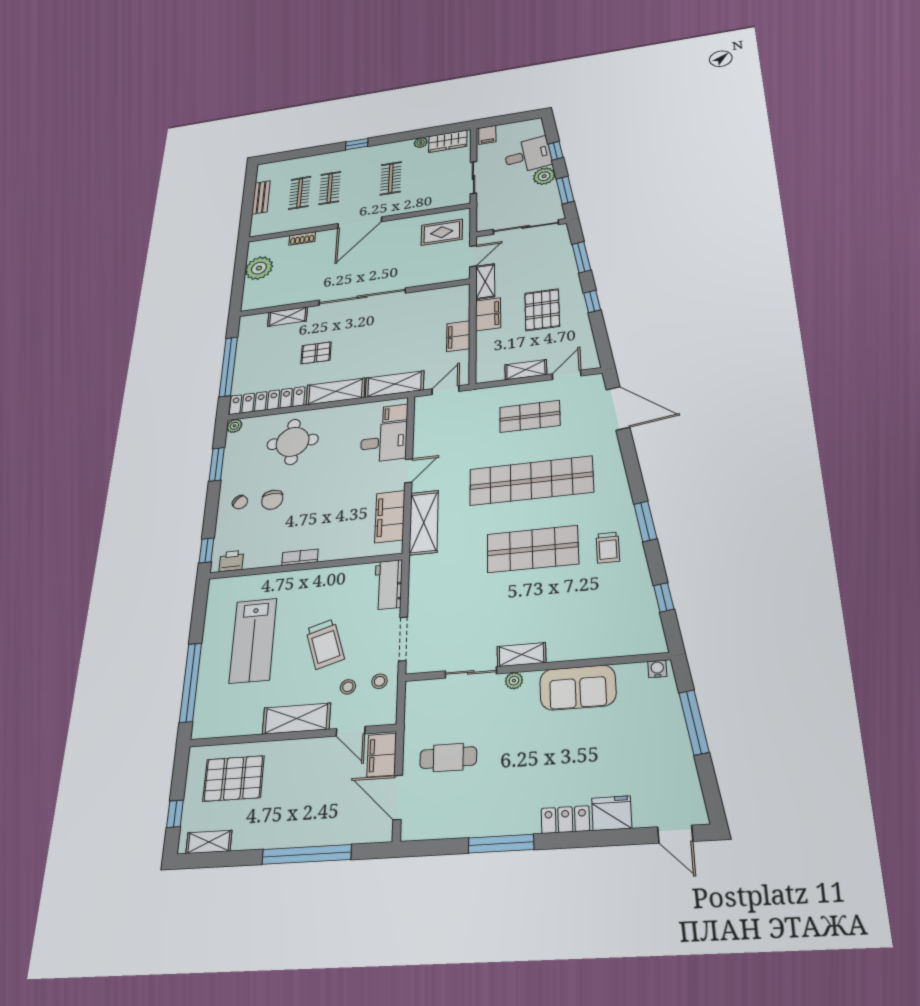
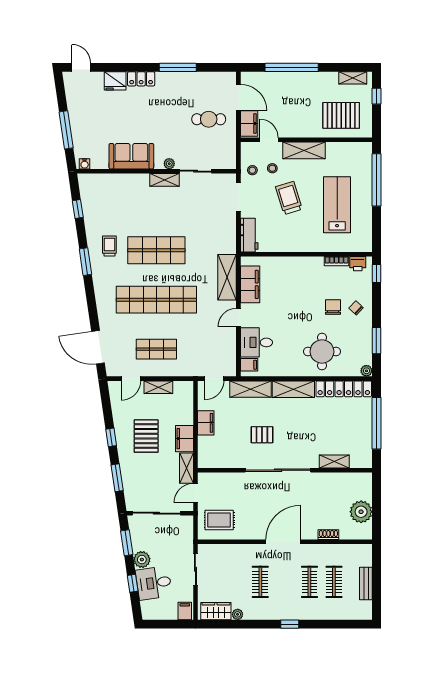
pallet: (316, 353) -> (262, 435), moved
bookcase: (300, 557) -> (337, 261), moved

